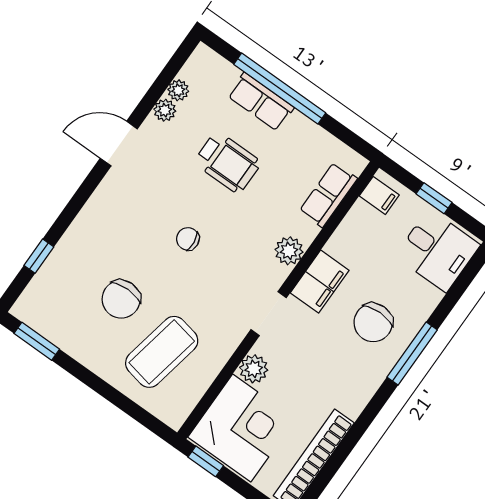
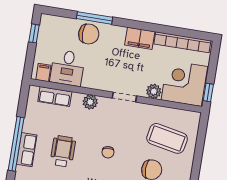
window: (434, 198) -> (34, 33), moved
desk: (437, 250) -> (67, 68), moved, turned 180
filing cabinet: (320, 282) -> (140, 38), moved, turned 180
chair: (373, 323) -> (89, 34), moved
window: (412, 354) -> (95, 18), moved

